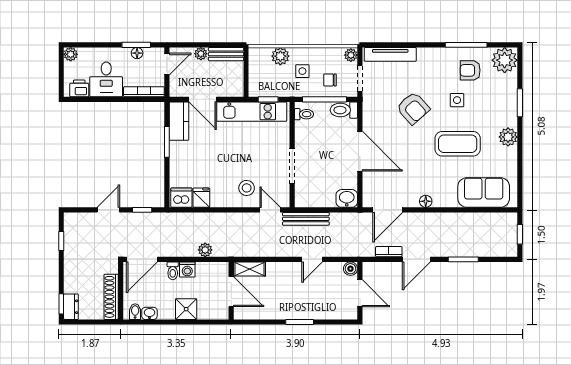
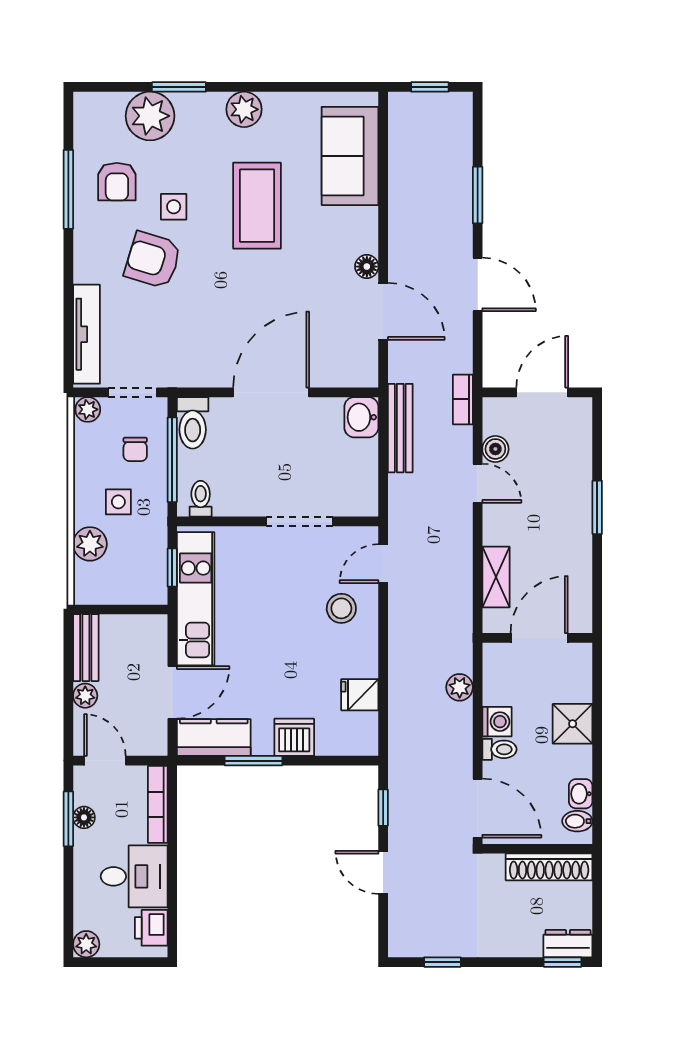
plant: (505, 60) -> (150, 116), moved
armchair: (413, 108) -> (153, 260), moved, turned -121
dishwasher: (181, 198) -> (294, 737), moved, turned 90
door: (388, 210) -> (383, 311), moved
bench: (306, 219) -> (400, 428), moved
bookcase: (389, 252) -> (463, 399), moved
shelving: (250, 269) -> (496, 577), moved
boiler: (350, 269) -> (495, 449), moved

